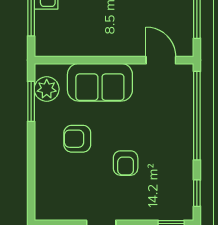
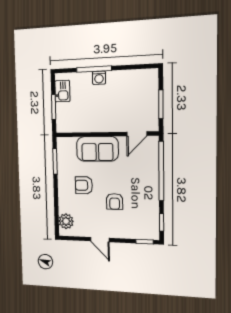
door: (161, 60) -> (137, 134), swing flipped
plant: (47, 89) -> (66, 221), moved

